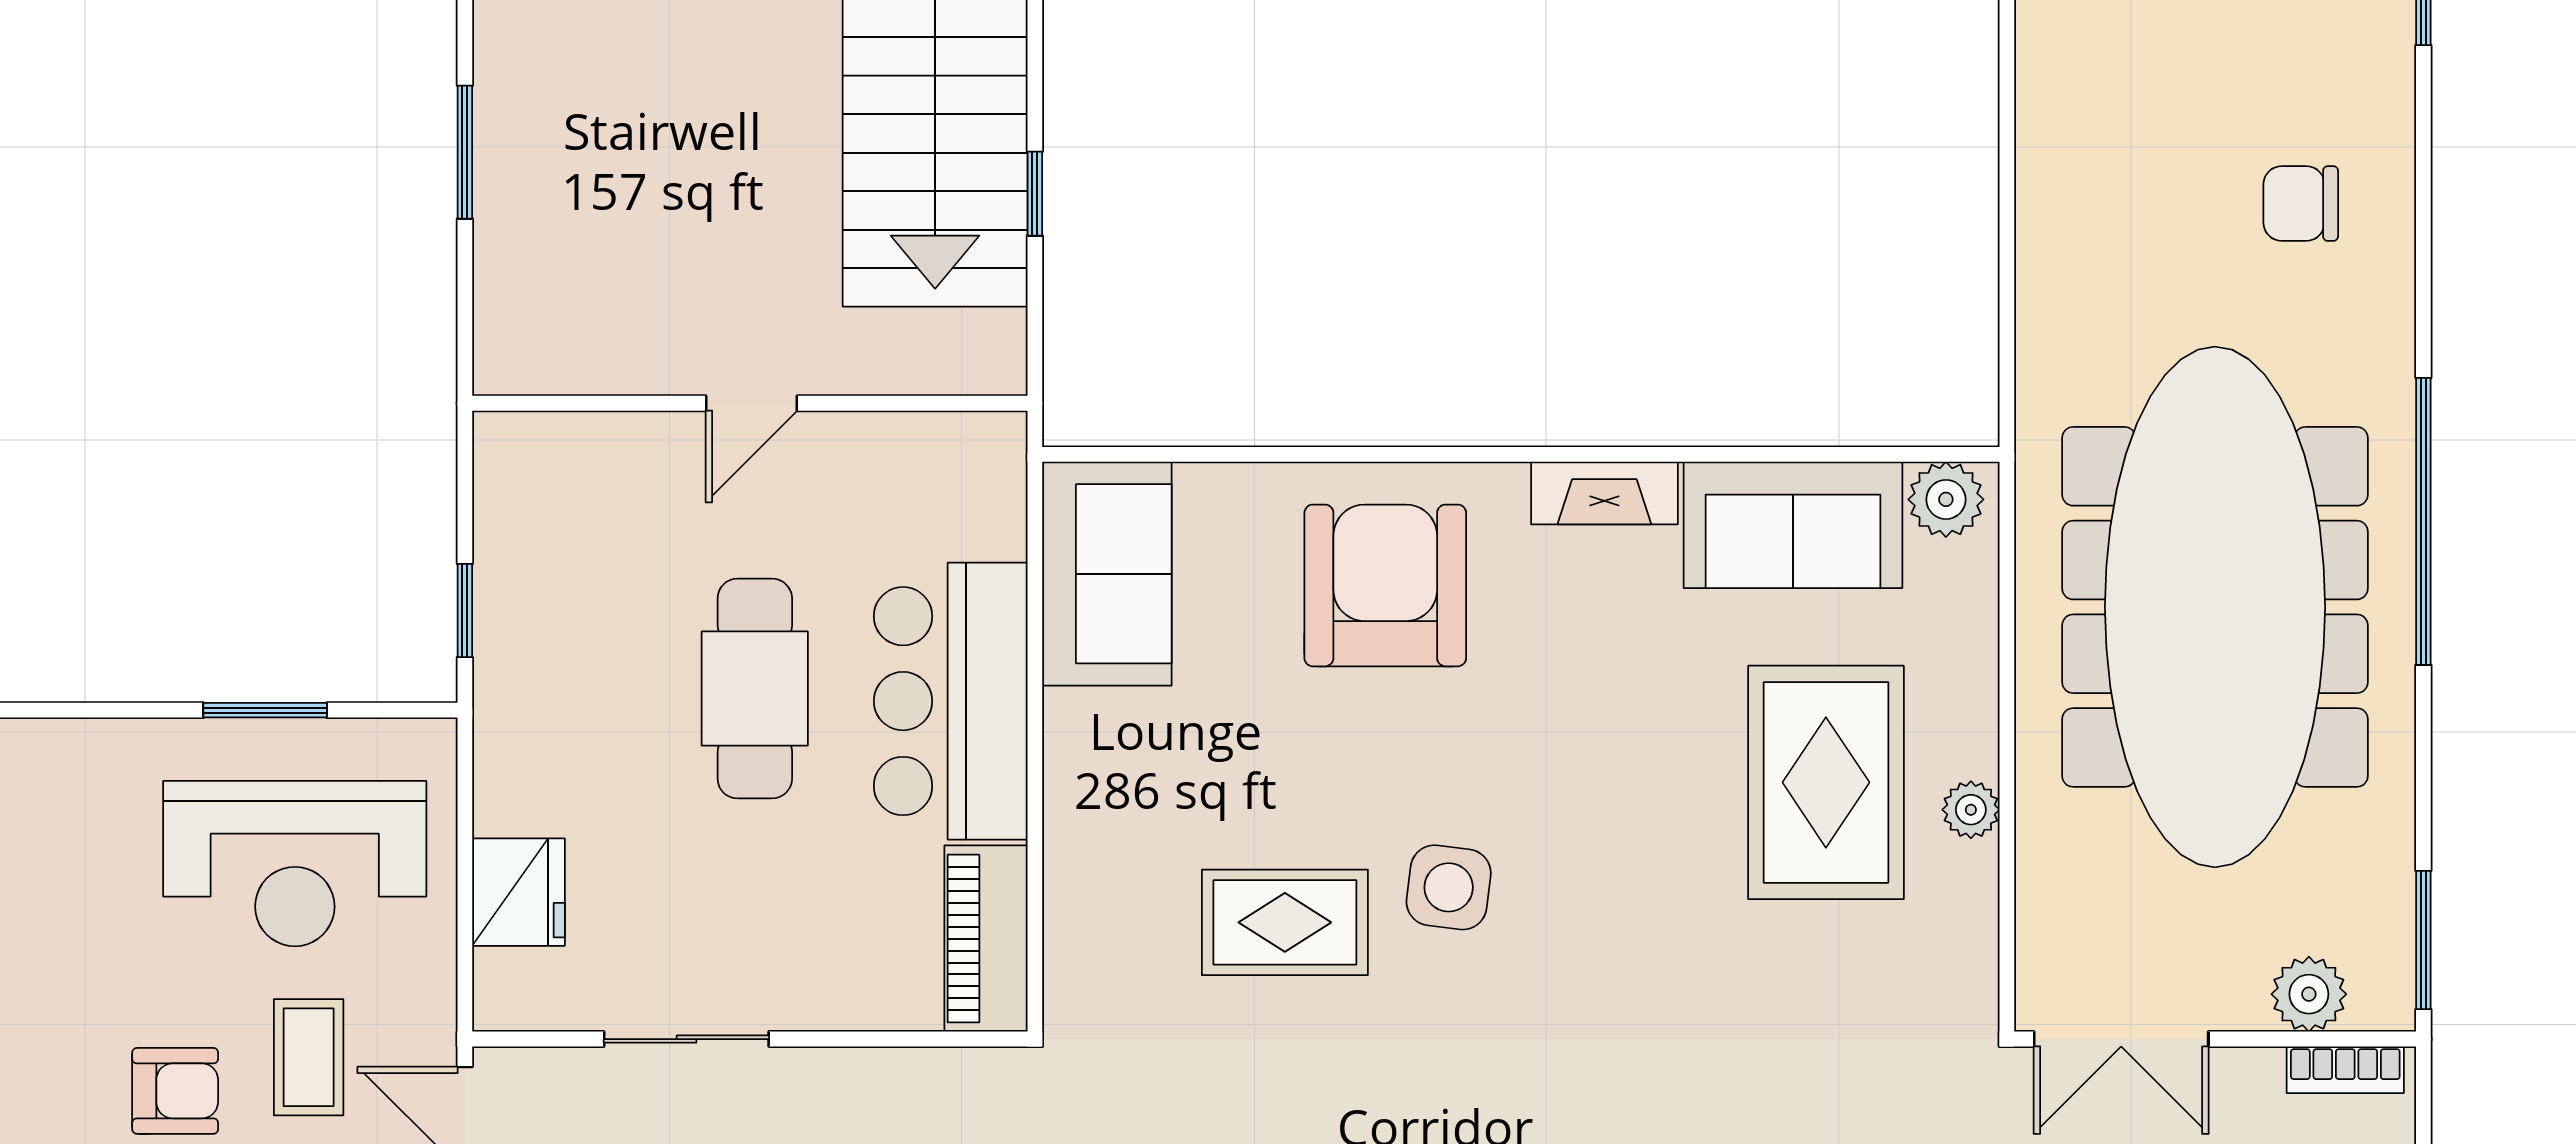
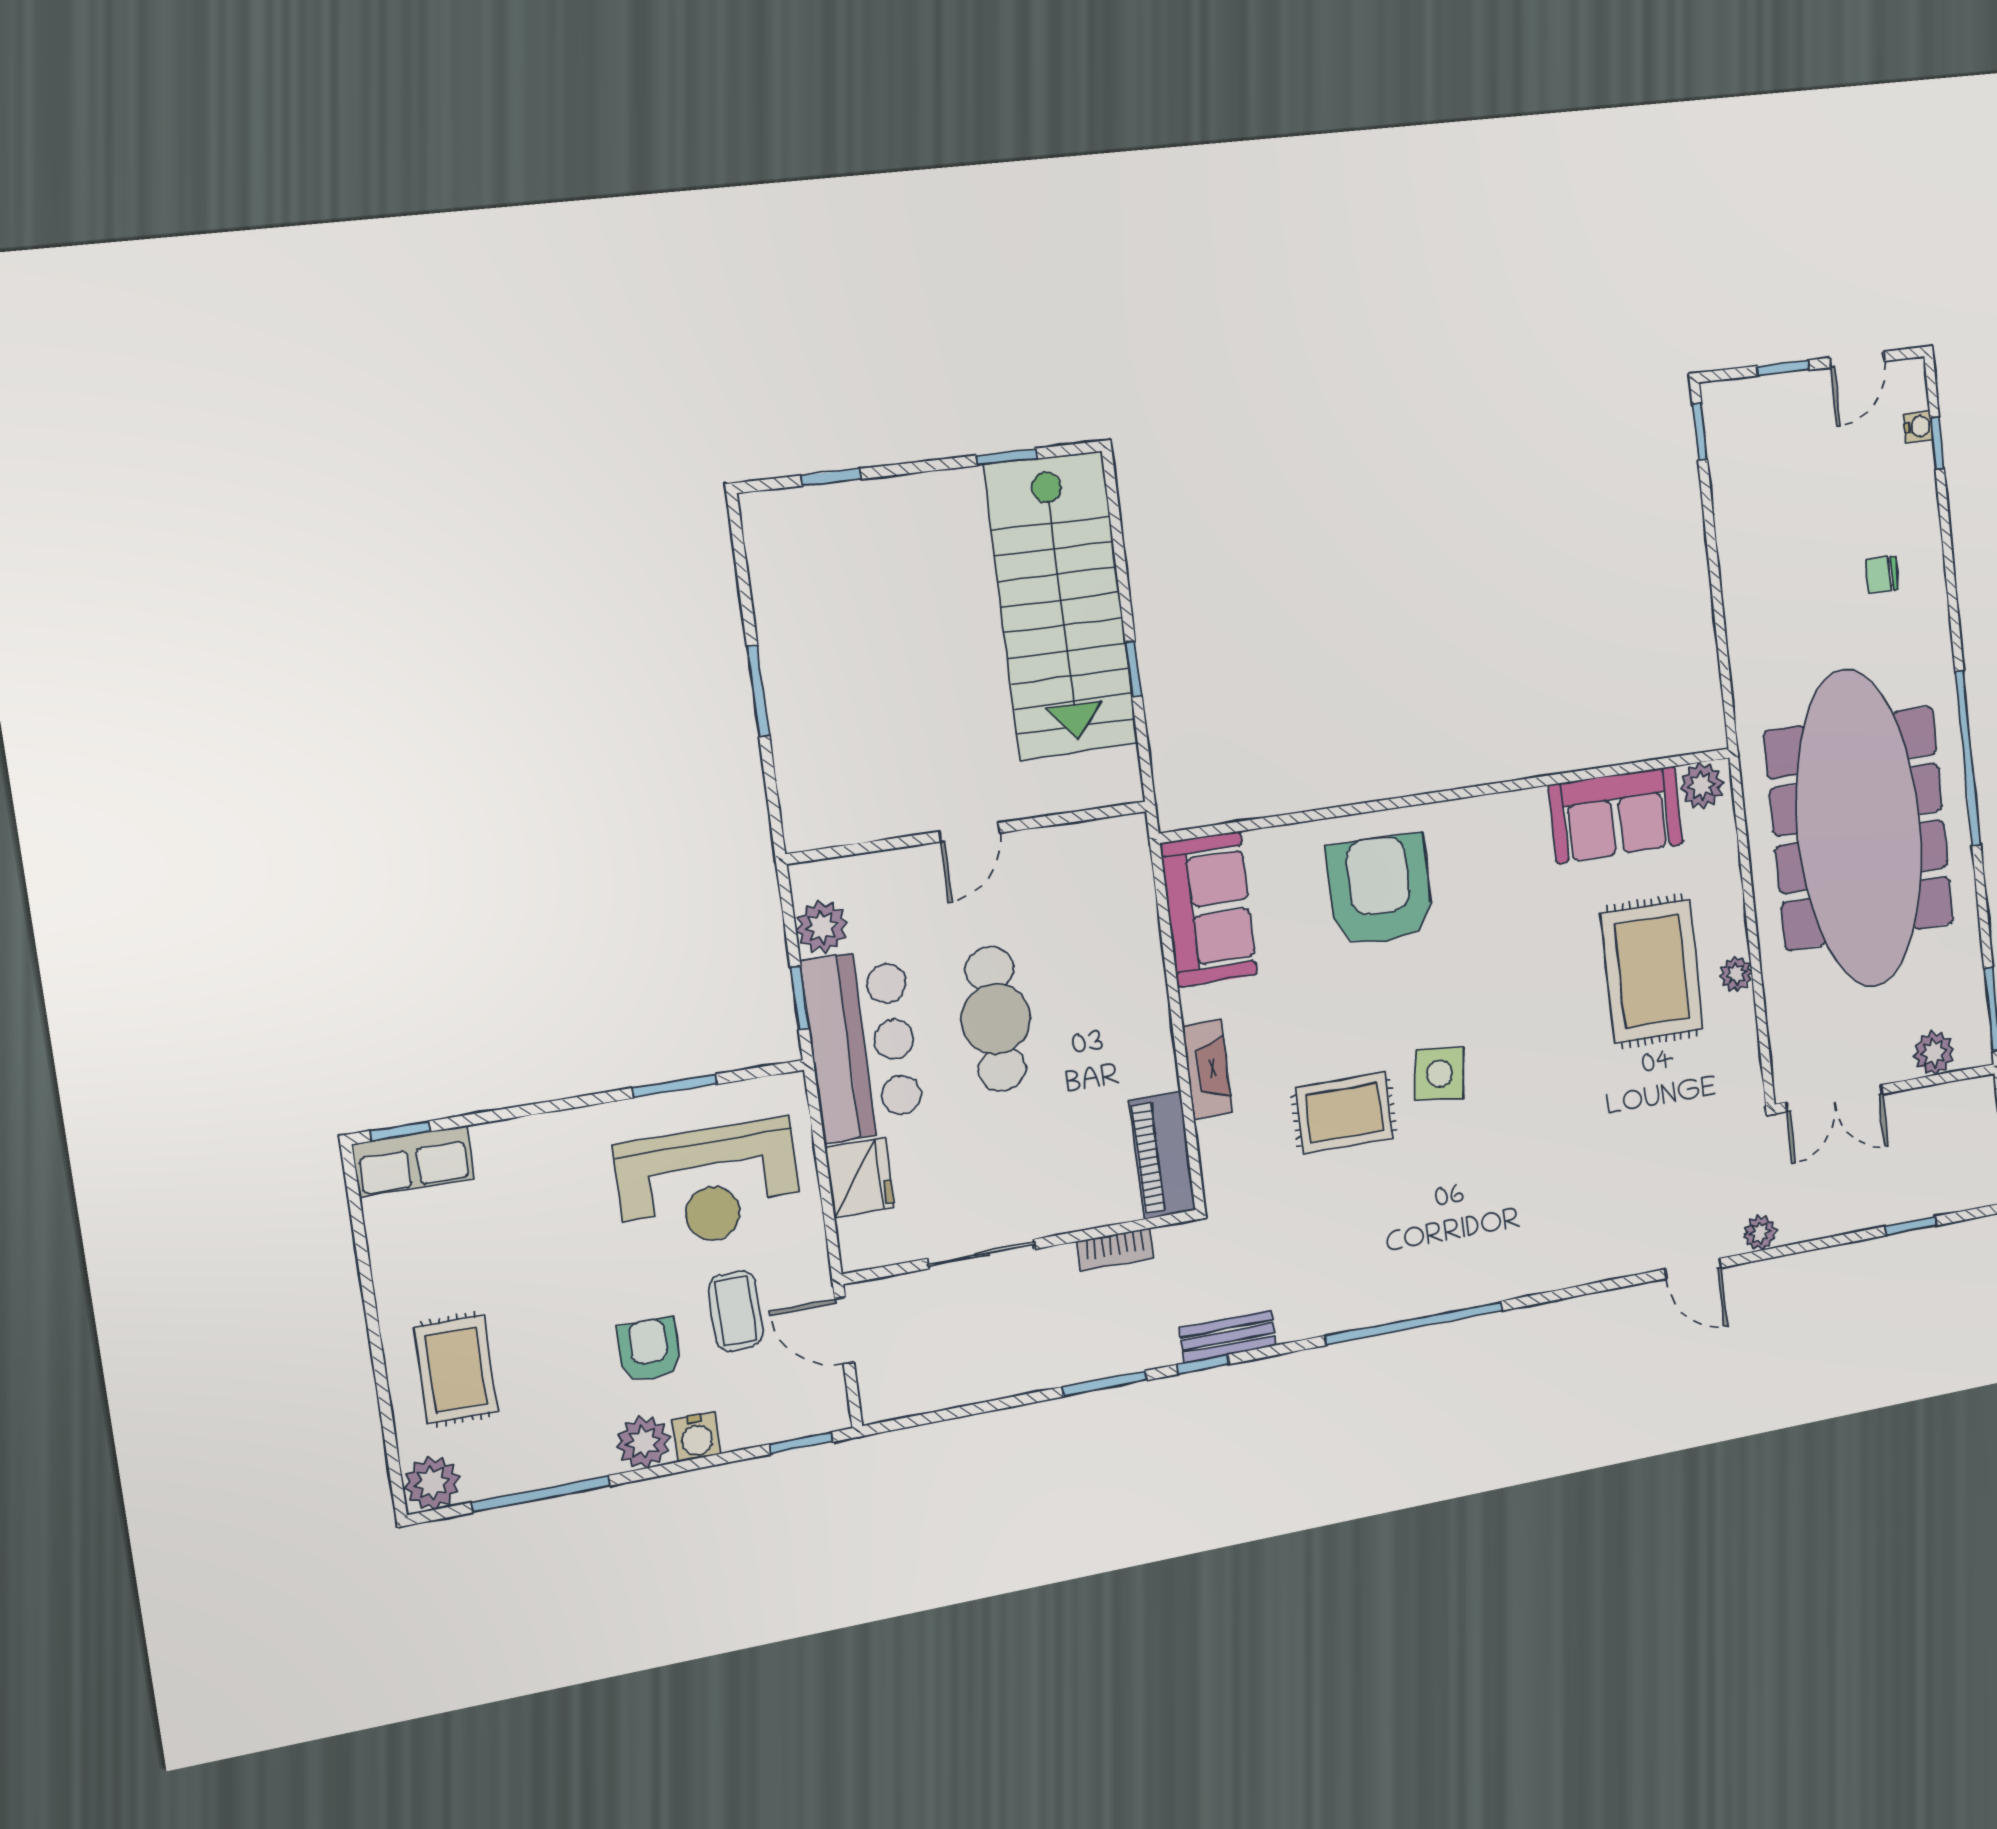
chair: (2301, 204) -> (1882, 575), width x0.73, depth x0.73
fireplace: (1604, 493) -> (1207, 1069), moved, turned -90
plant: (512, 510) -> (822, 927), added
bar counter: (951, 701) -> (863, 1044), moved, turned 180
bookcase: (2345, 1070) -> (1115, 1250), moved
armchair: (175, 1091) -> (649, 1350), turned -90

